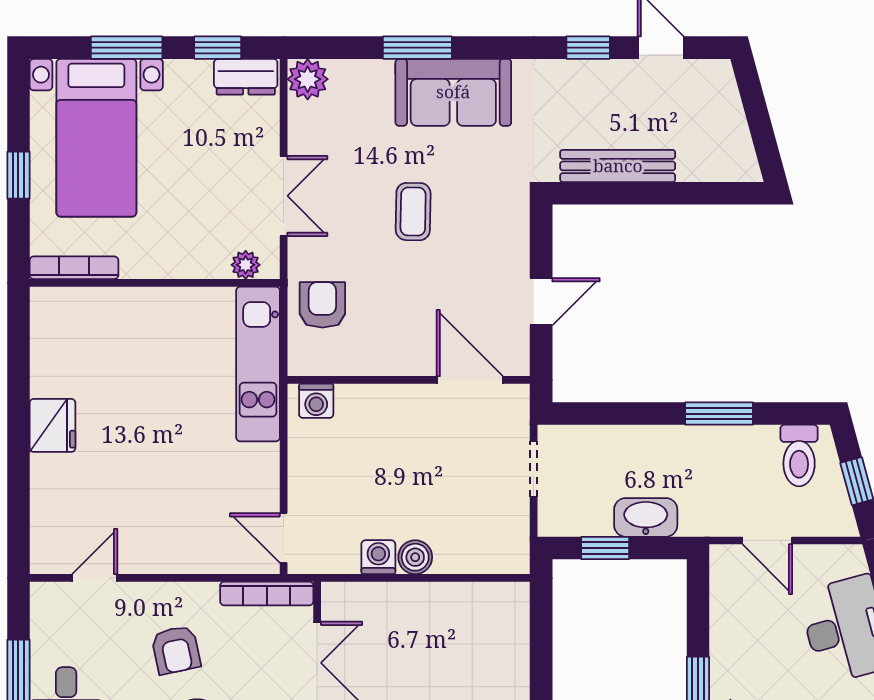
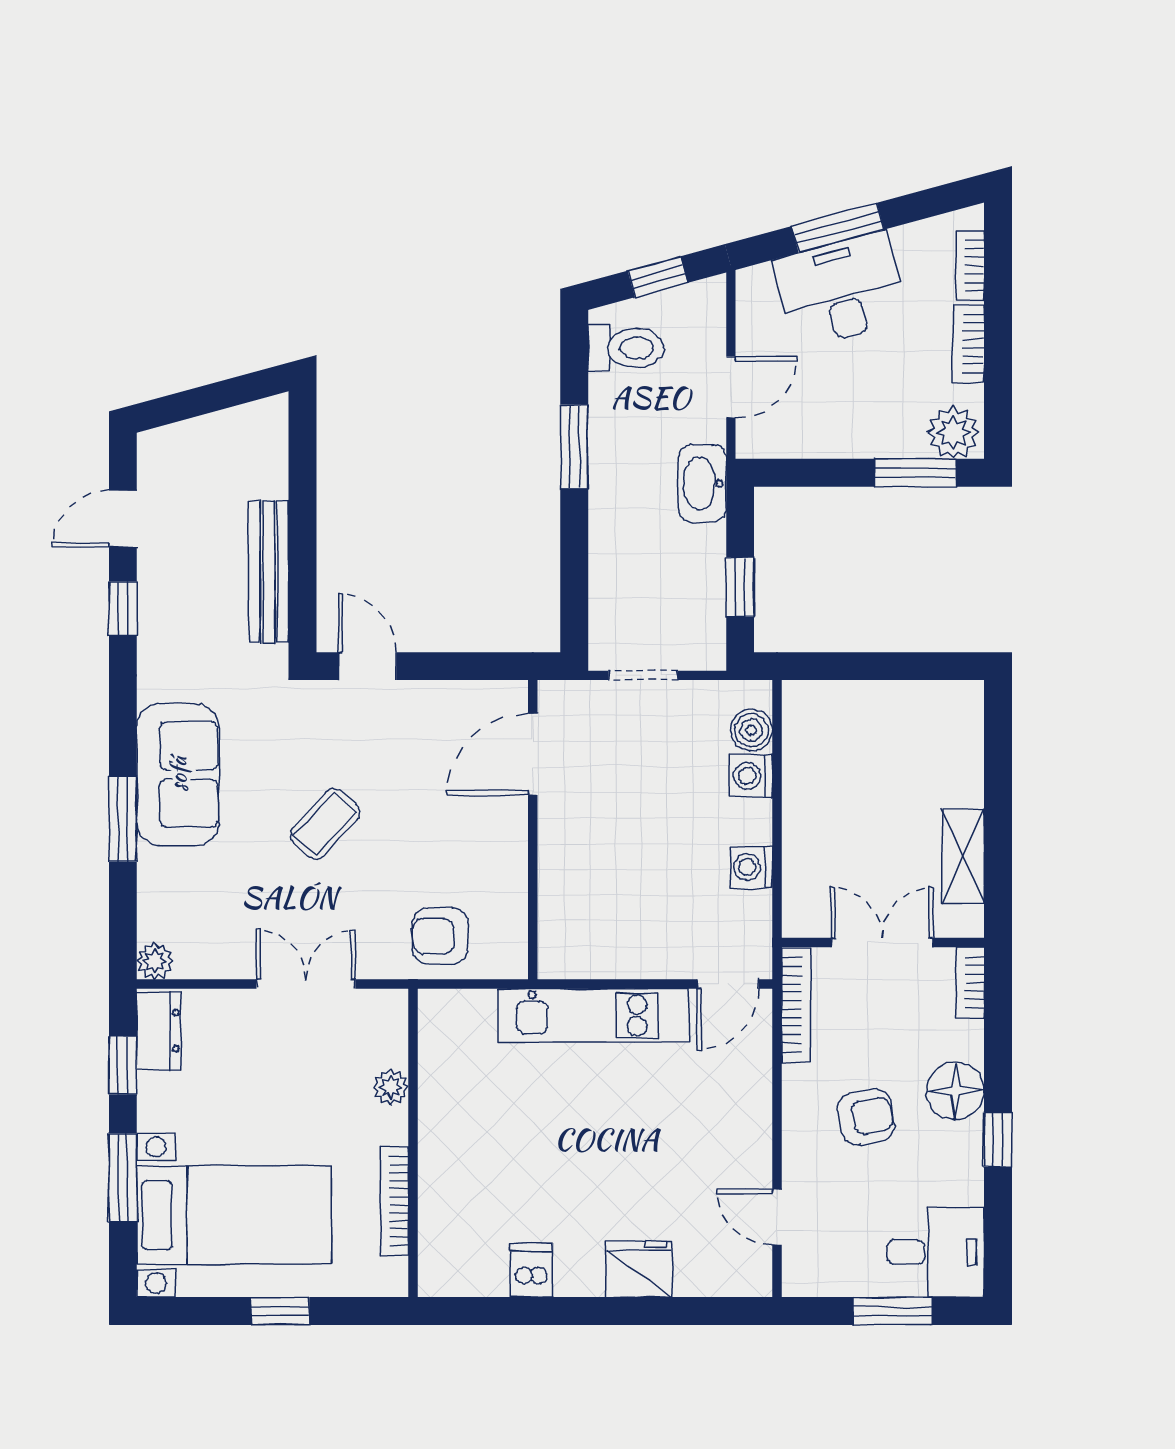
plant: (308, 79) -> (155, 961), width x0.73, depth x0.73
coffee table: (413, 212) -> (325, 824), turned -48
plant: (246, 265) -> (391, 1087), moved
bookcase: (74, 268) -> (394, 1201), moved
door: (541, 302) -> (367, 666), moved
kitchen unit: (258, 364) -> (593, 1015), moved
dishwasher: (52, 379) -> (531, 1270), added
washing machine: (316, 401) -> (751, 776), moved, turned 180
fridge: (53, 425) -> (639, 1269), moved
washbasin: (646, 517) -> (702, 483), moved
boiler: (415, 557) -> (751, 730), moved

